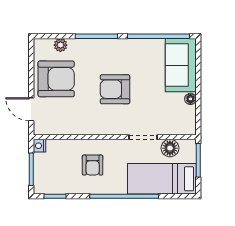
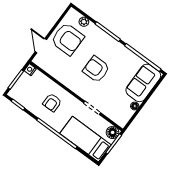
floor lamp: (170, 148) -> (113, 132), moved

